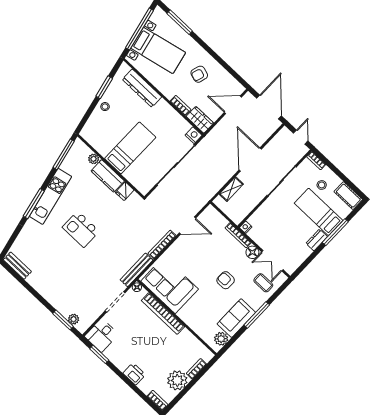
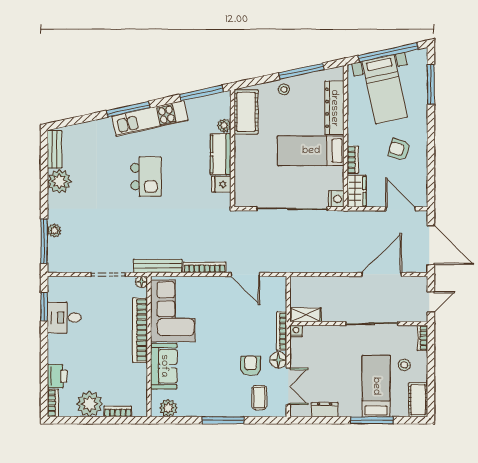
window: (104, 87) -> (301, 71), width x1.44
door: (269, 107) -> (431, 245), hinge flipped
cot: (98, 139) -> (246, 112), added
bed: (130, 148) -> (311, 151), moved, turned 180
door: (250, 160) -> (382, 274), moved
shelving: (231, 189) -> (306, 315), moved
kitchen island: (81, 229) -> (146, 177), turned 180
dresser: (317, 240) -> (325, 410), moved
double door: (272, 261) -> (288, 386), swing flipped
plant: (38, 280) -> (59, 181), added
armchair: (226, 280) -> (251, 366), moved
sofa: (236, 318) -> (164, 366), moved, turned 90
plant: (74, 319) -> (54, 231), moved
window: (63, 320) -> (44, 241), width x1.44
desk: (102, 335) -> (64, 318), moved
printer: (134, 374) -> (57, 376), moved

